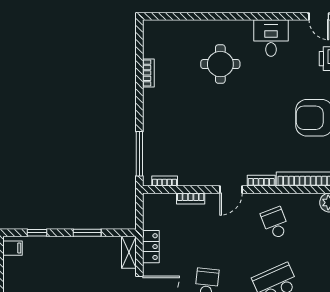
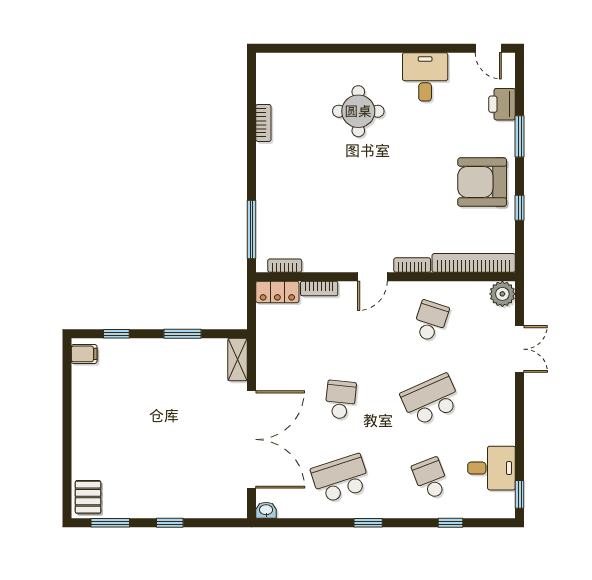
school desk: (275, 223) -> (431, 321), turned 39
locker: (151, 247) -> (277, 292), moved, turned 90

